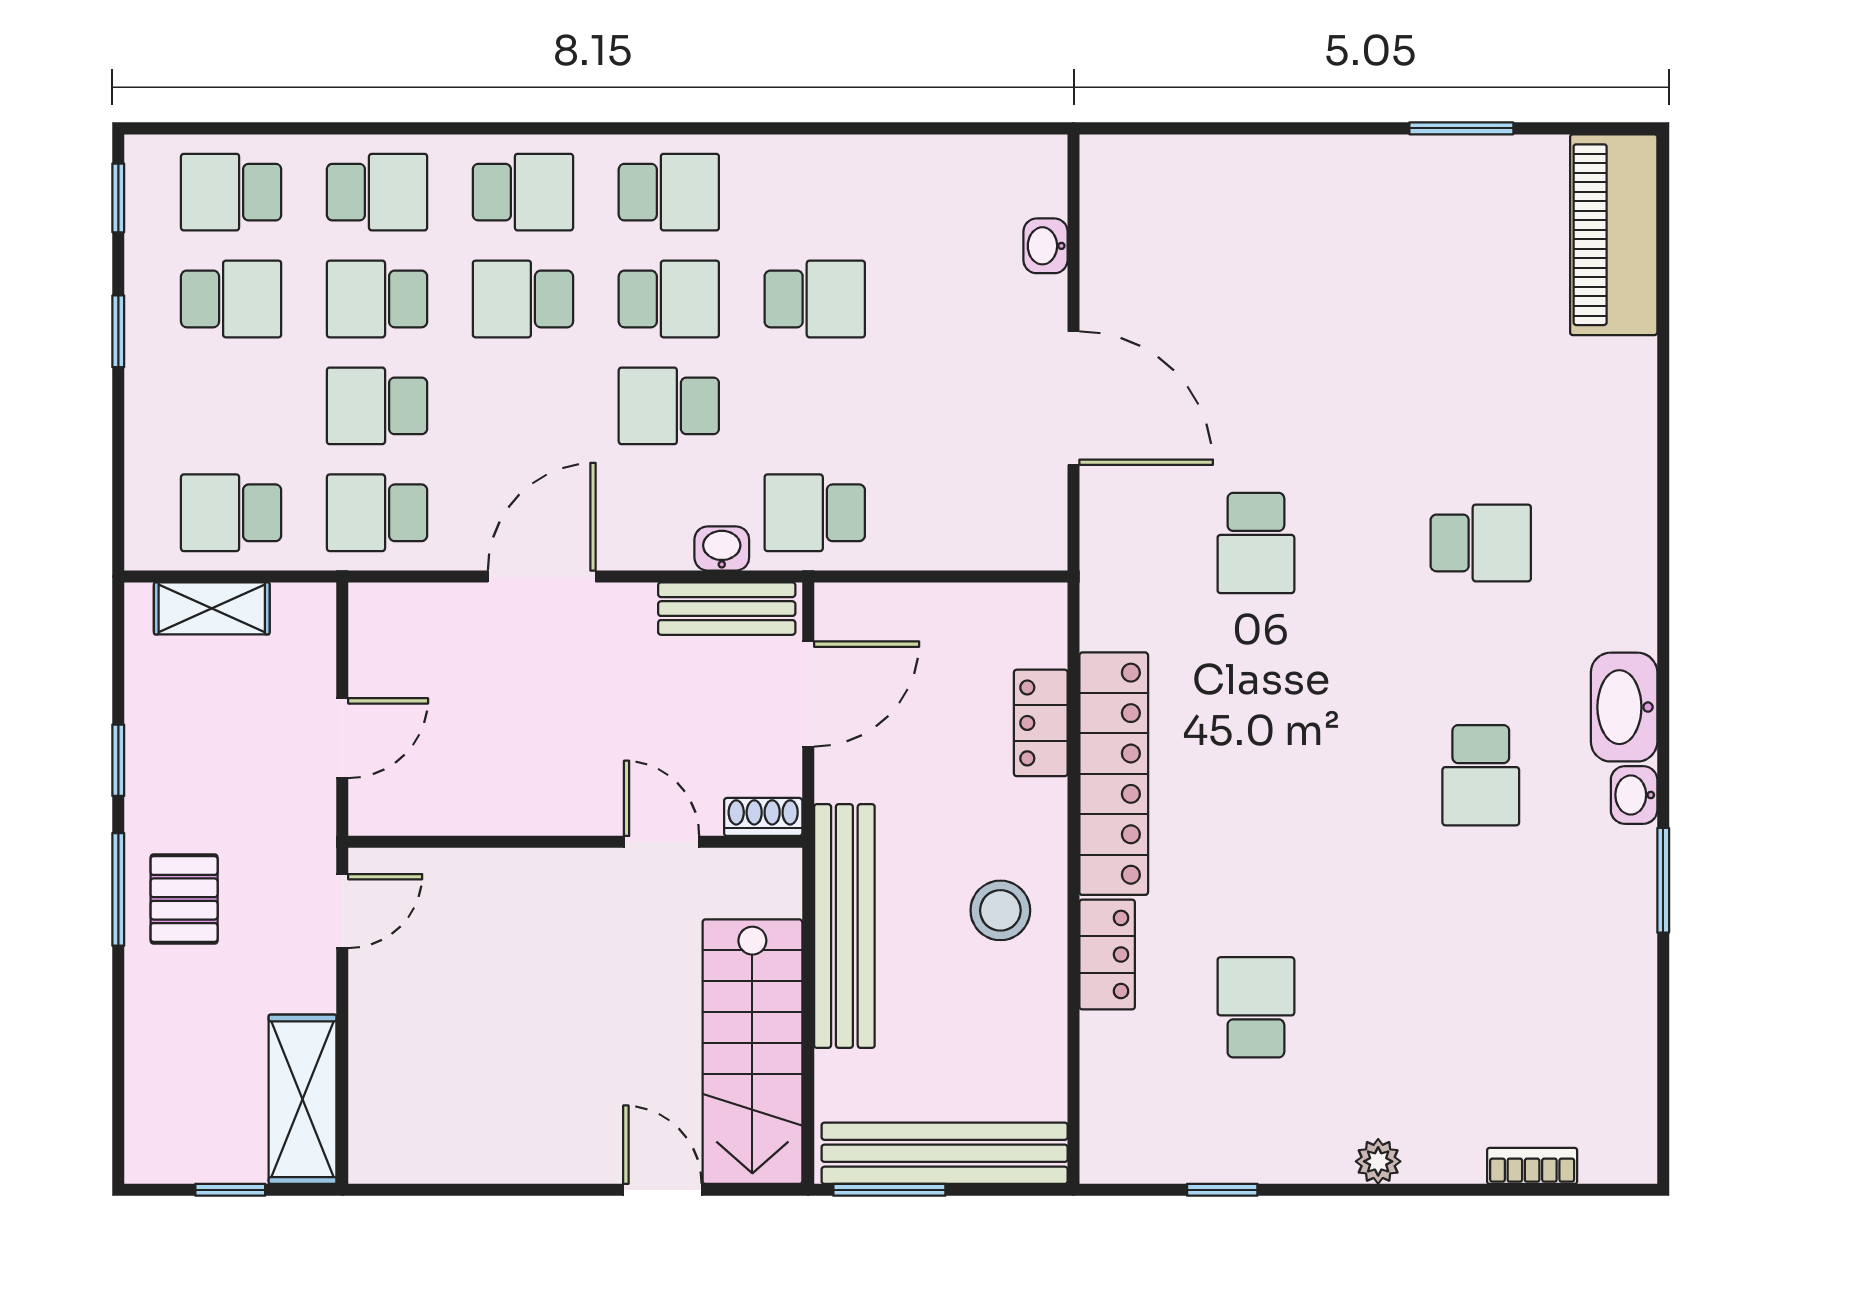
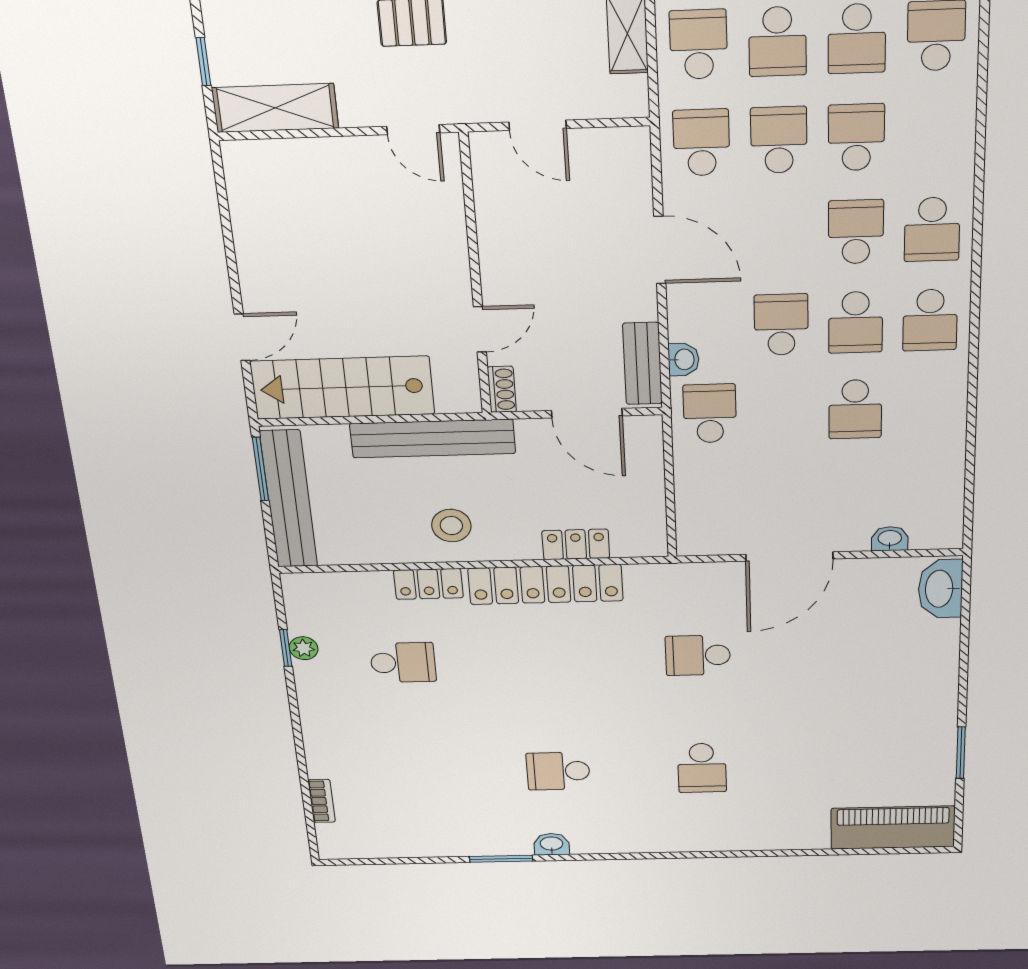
school desk: (377, 192) -> (777, 42), moved
washbasin: (1624, 707) -> (940, 589), moved, turned -90
plant: (1378, 1161) -> (304, 648), moved

